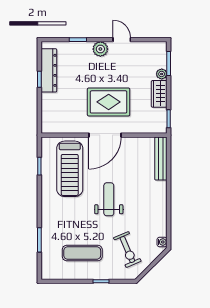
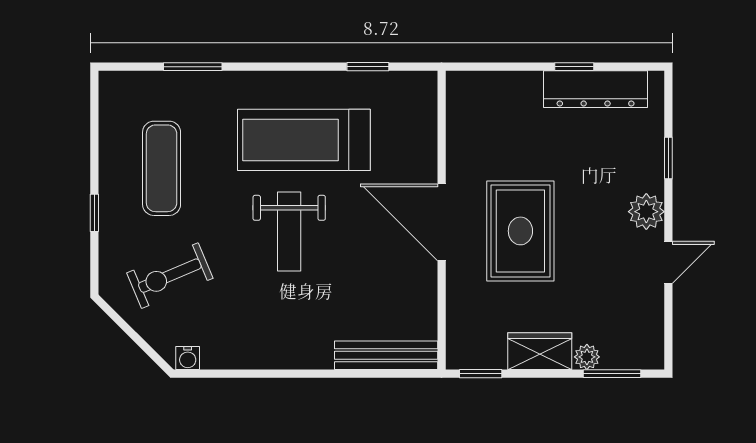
treadmill: (70, 169) -> (304, 140), moved
weight bench: (109, 199) -> (289, 231), turned 90

